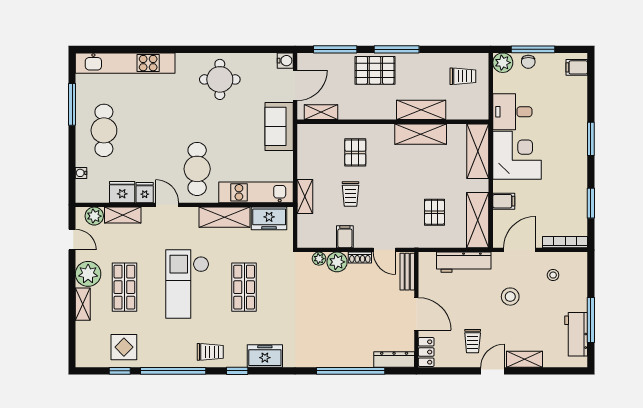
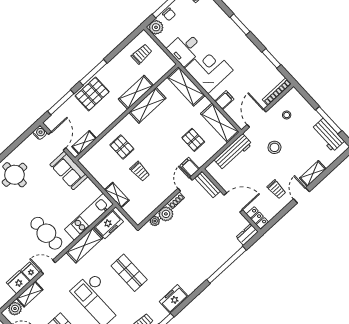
filing cabinet: (345, 237) -> (190, 167), moved
door: (384, 250) -> (185, 184), swing flipped
dresser: (394, 359) -> (247, 235), width x0.70

